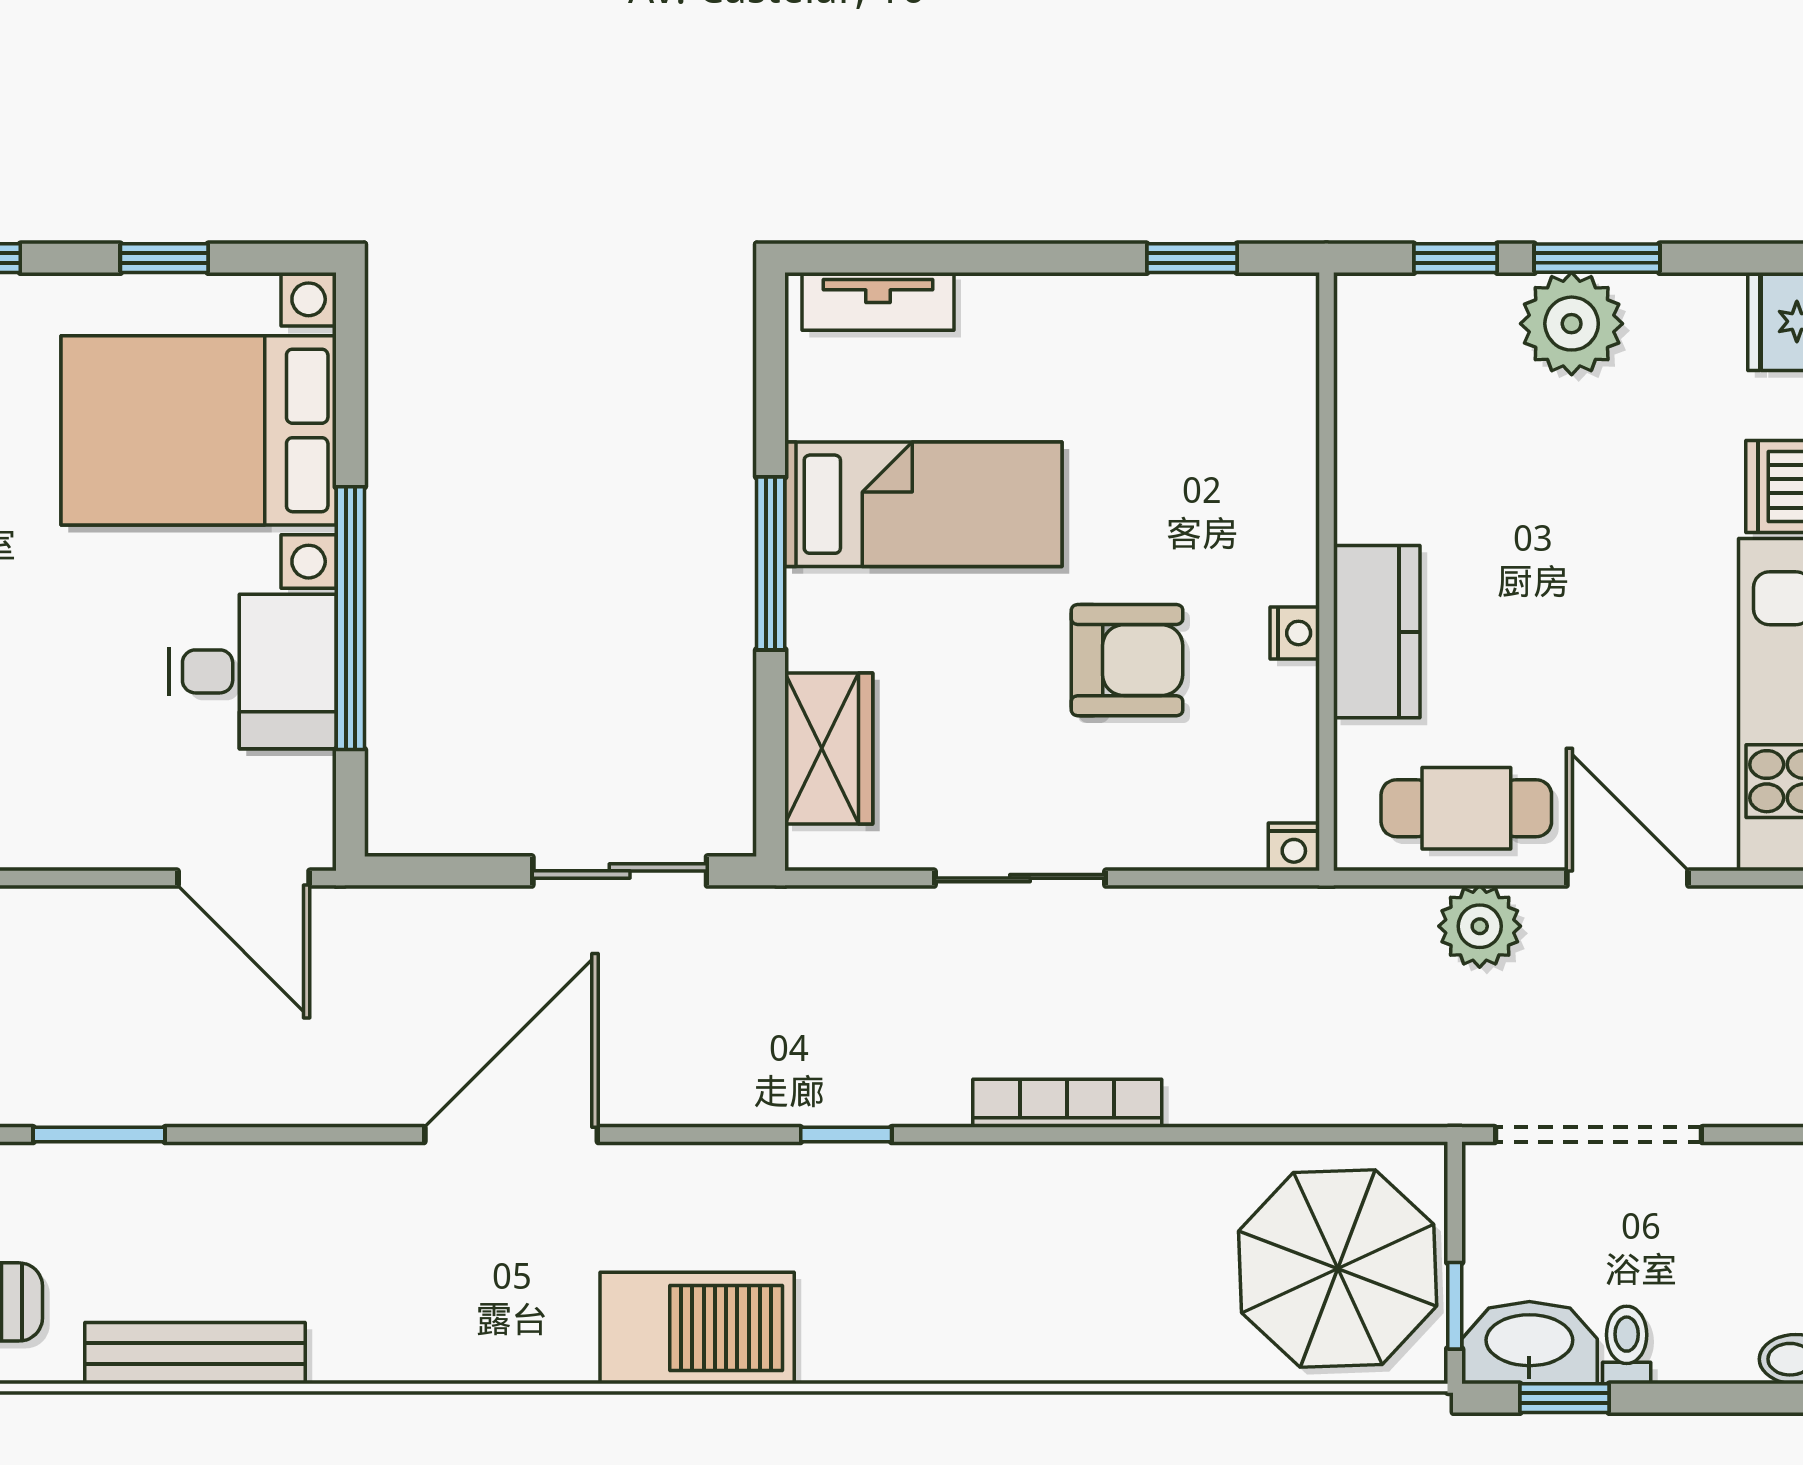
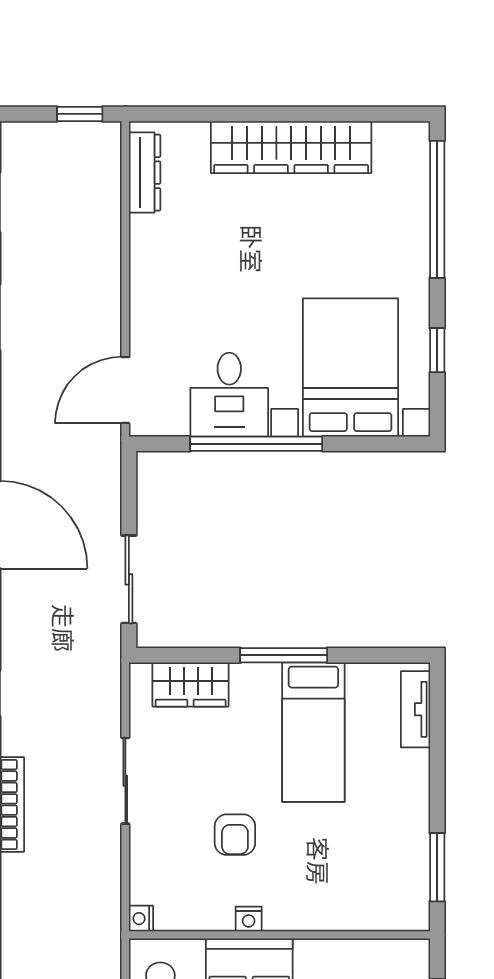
window: (1192, 258) -> (437, 867), width x1.50
armchair: (1127, 660) -> (235, 835), width x0.72, depth x0.72

